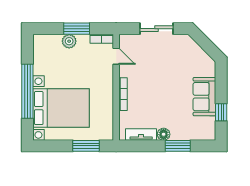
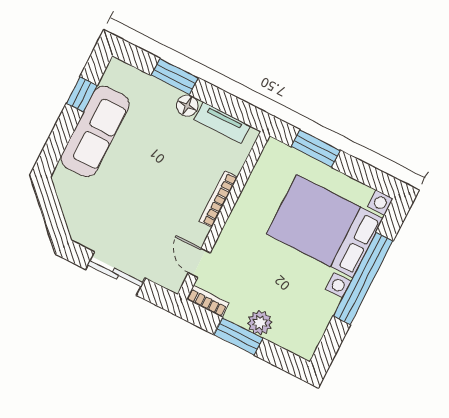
sofa: (204, 97) -> (95, 131), width x1.36

